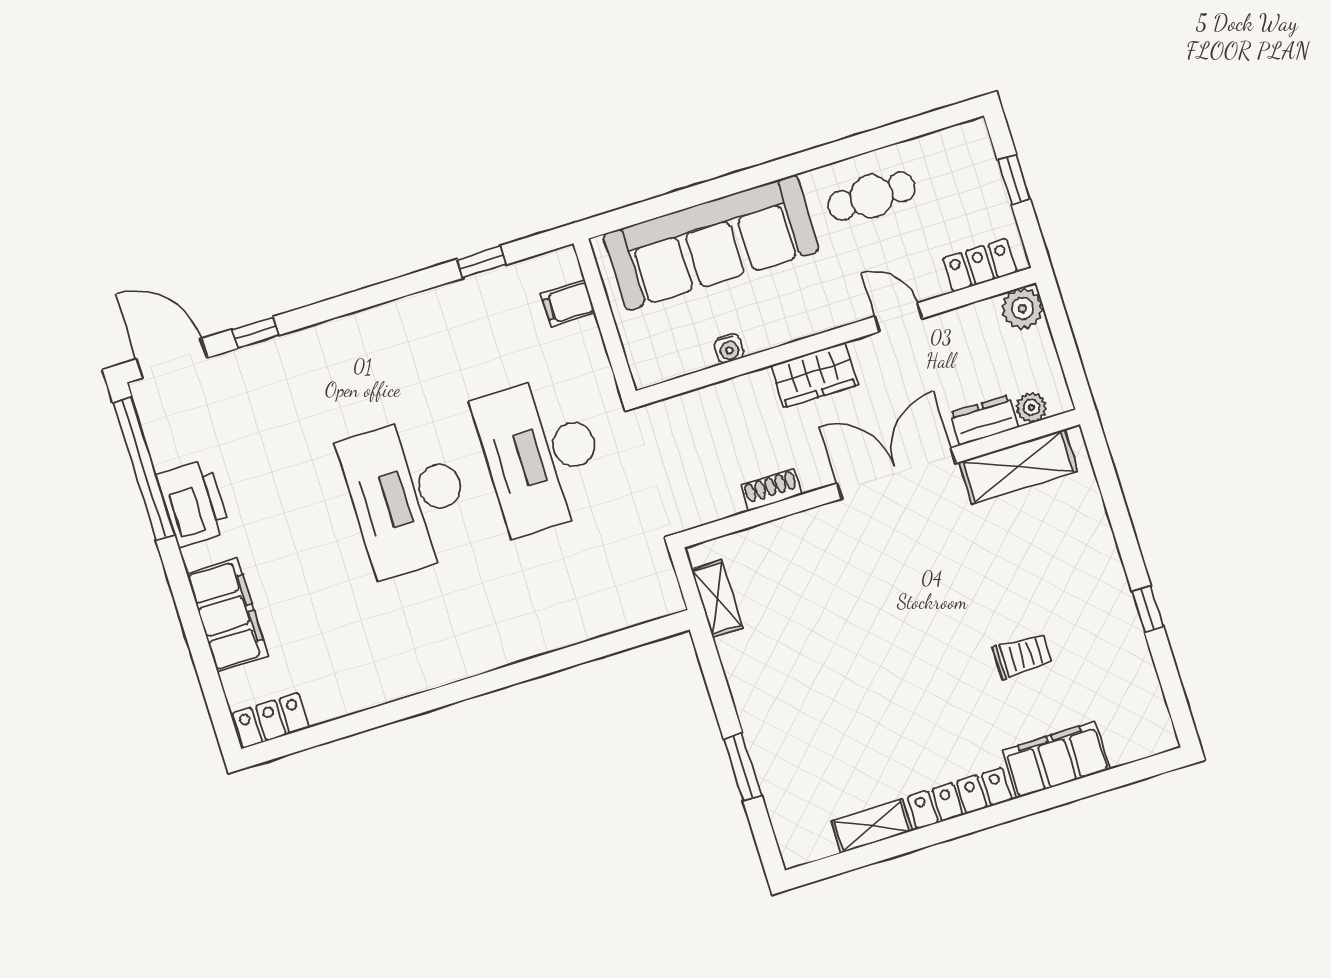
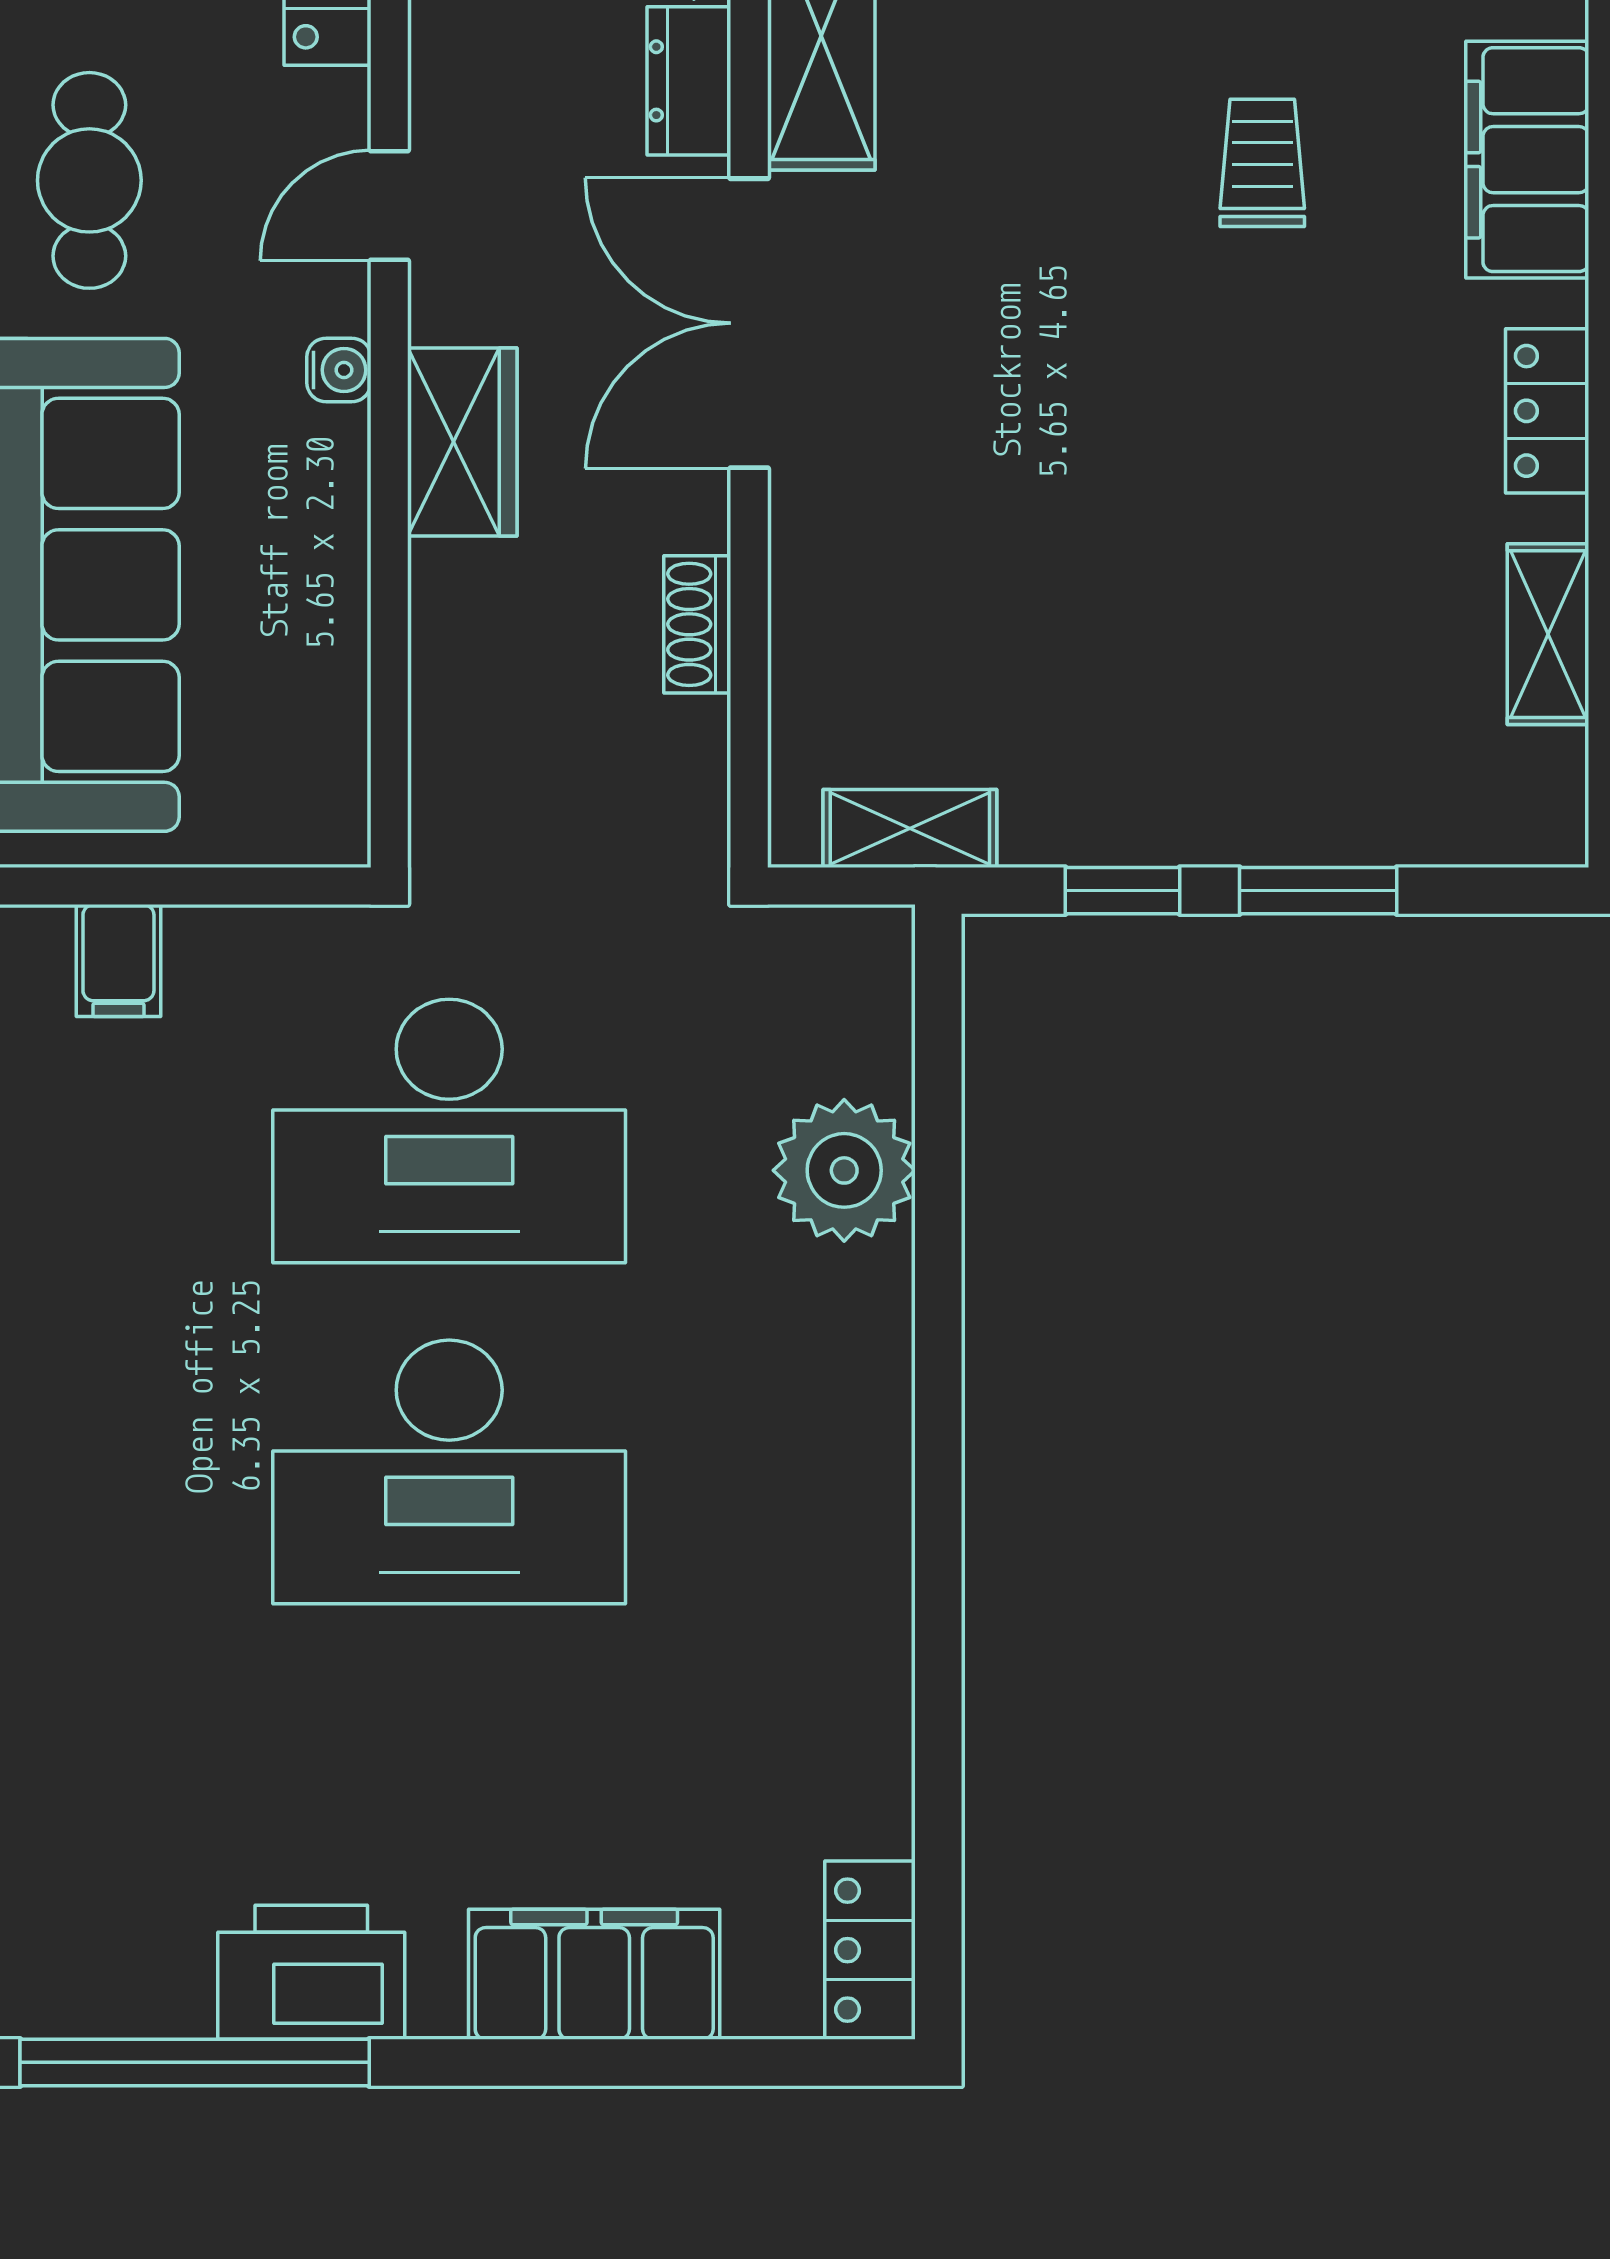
water cooler: (729, 348) -> (339, 370), moved
plant: (574, 615) -> (844, 1170), added
window: (719, 690) -> (1123, 891), added
locker: (960, 798) -> (1547, 411), width x0.66

